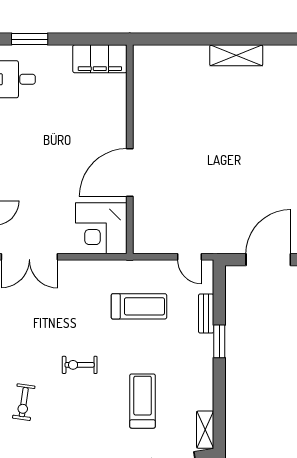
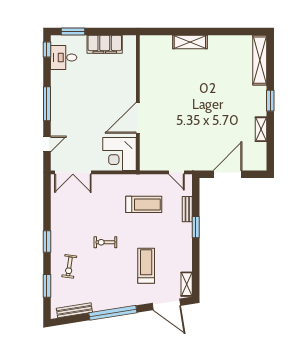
shelving: (236, 55) -> (190, 42), moved
filing cabinet: (100, 59) -> (105, 44), moved

